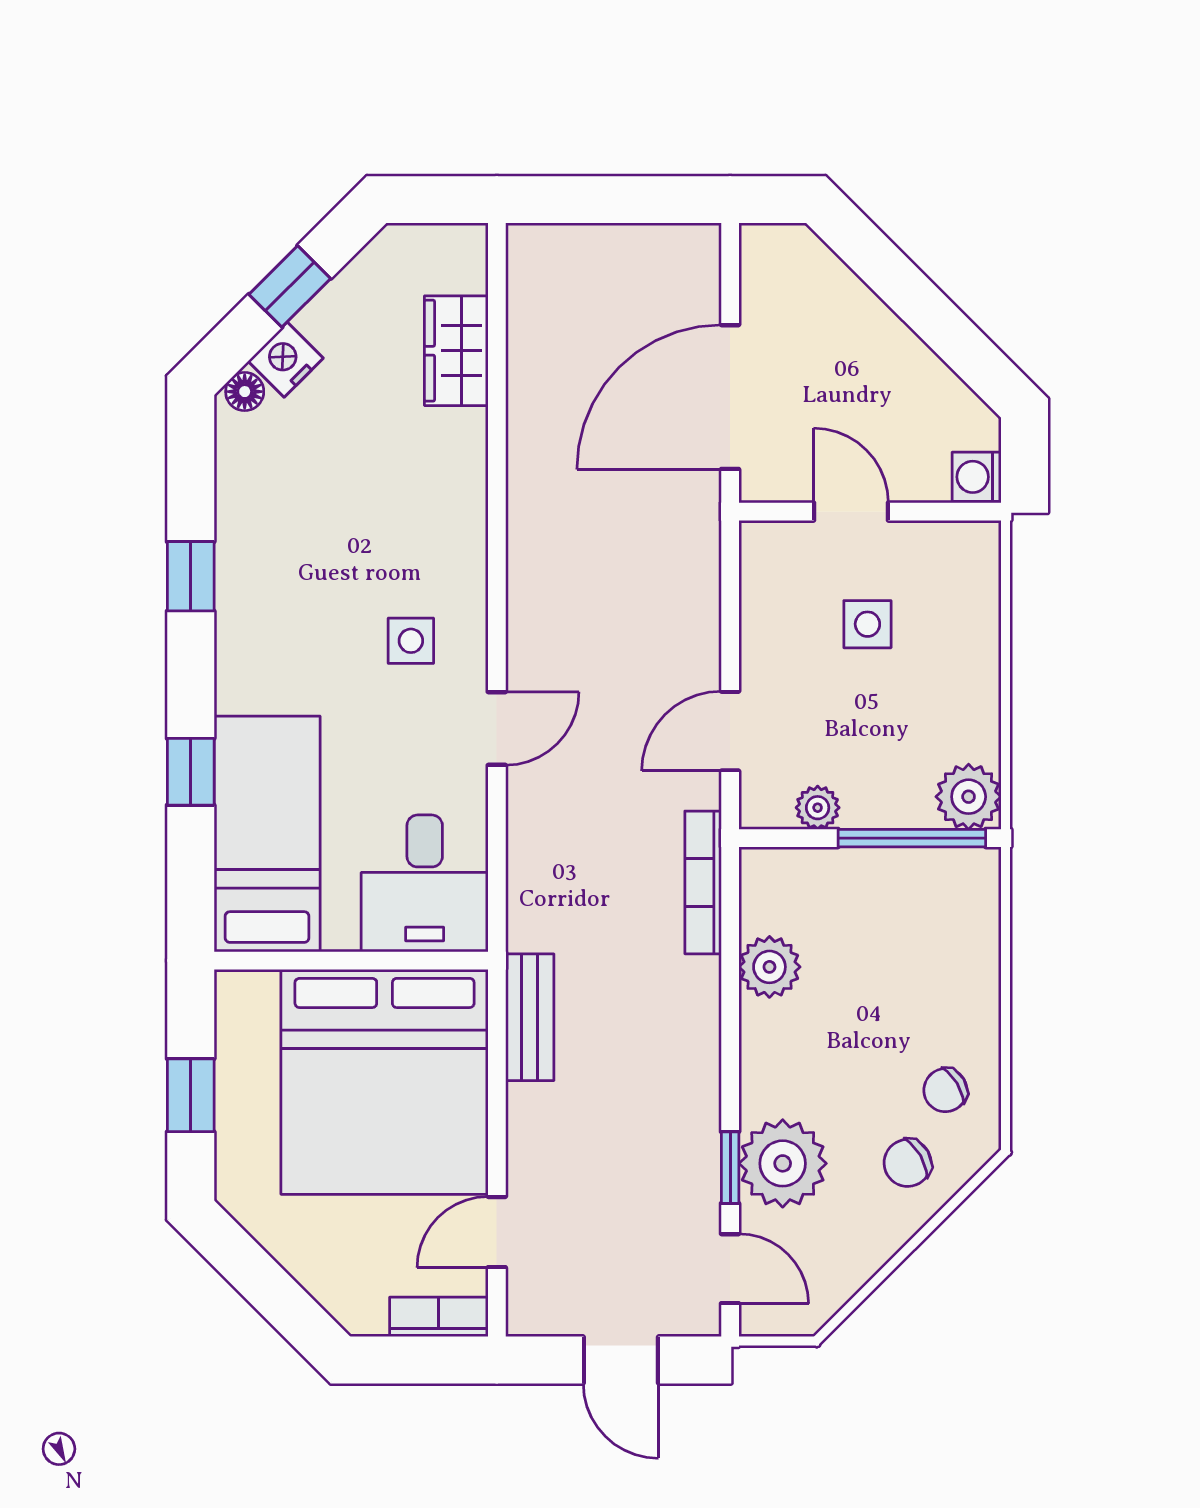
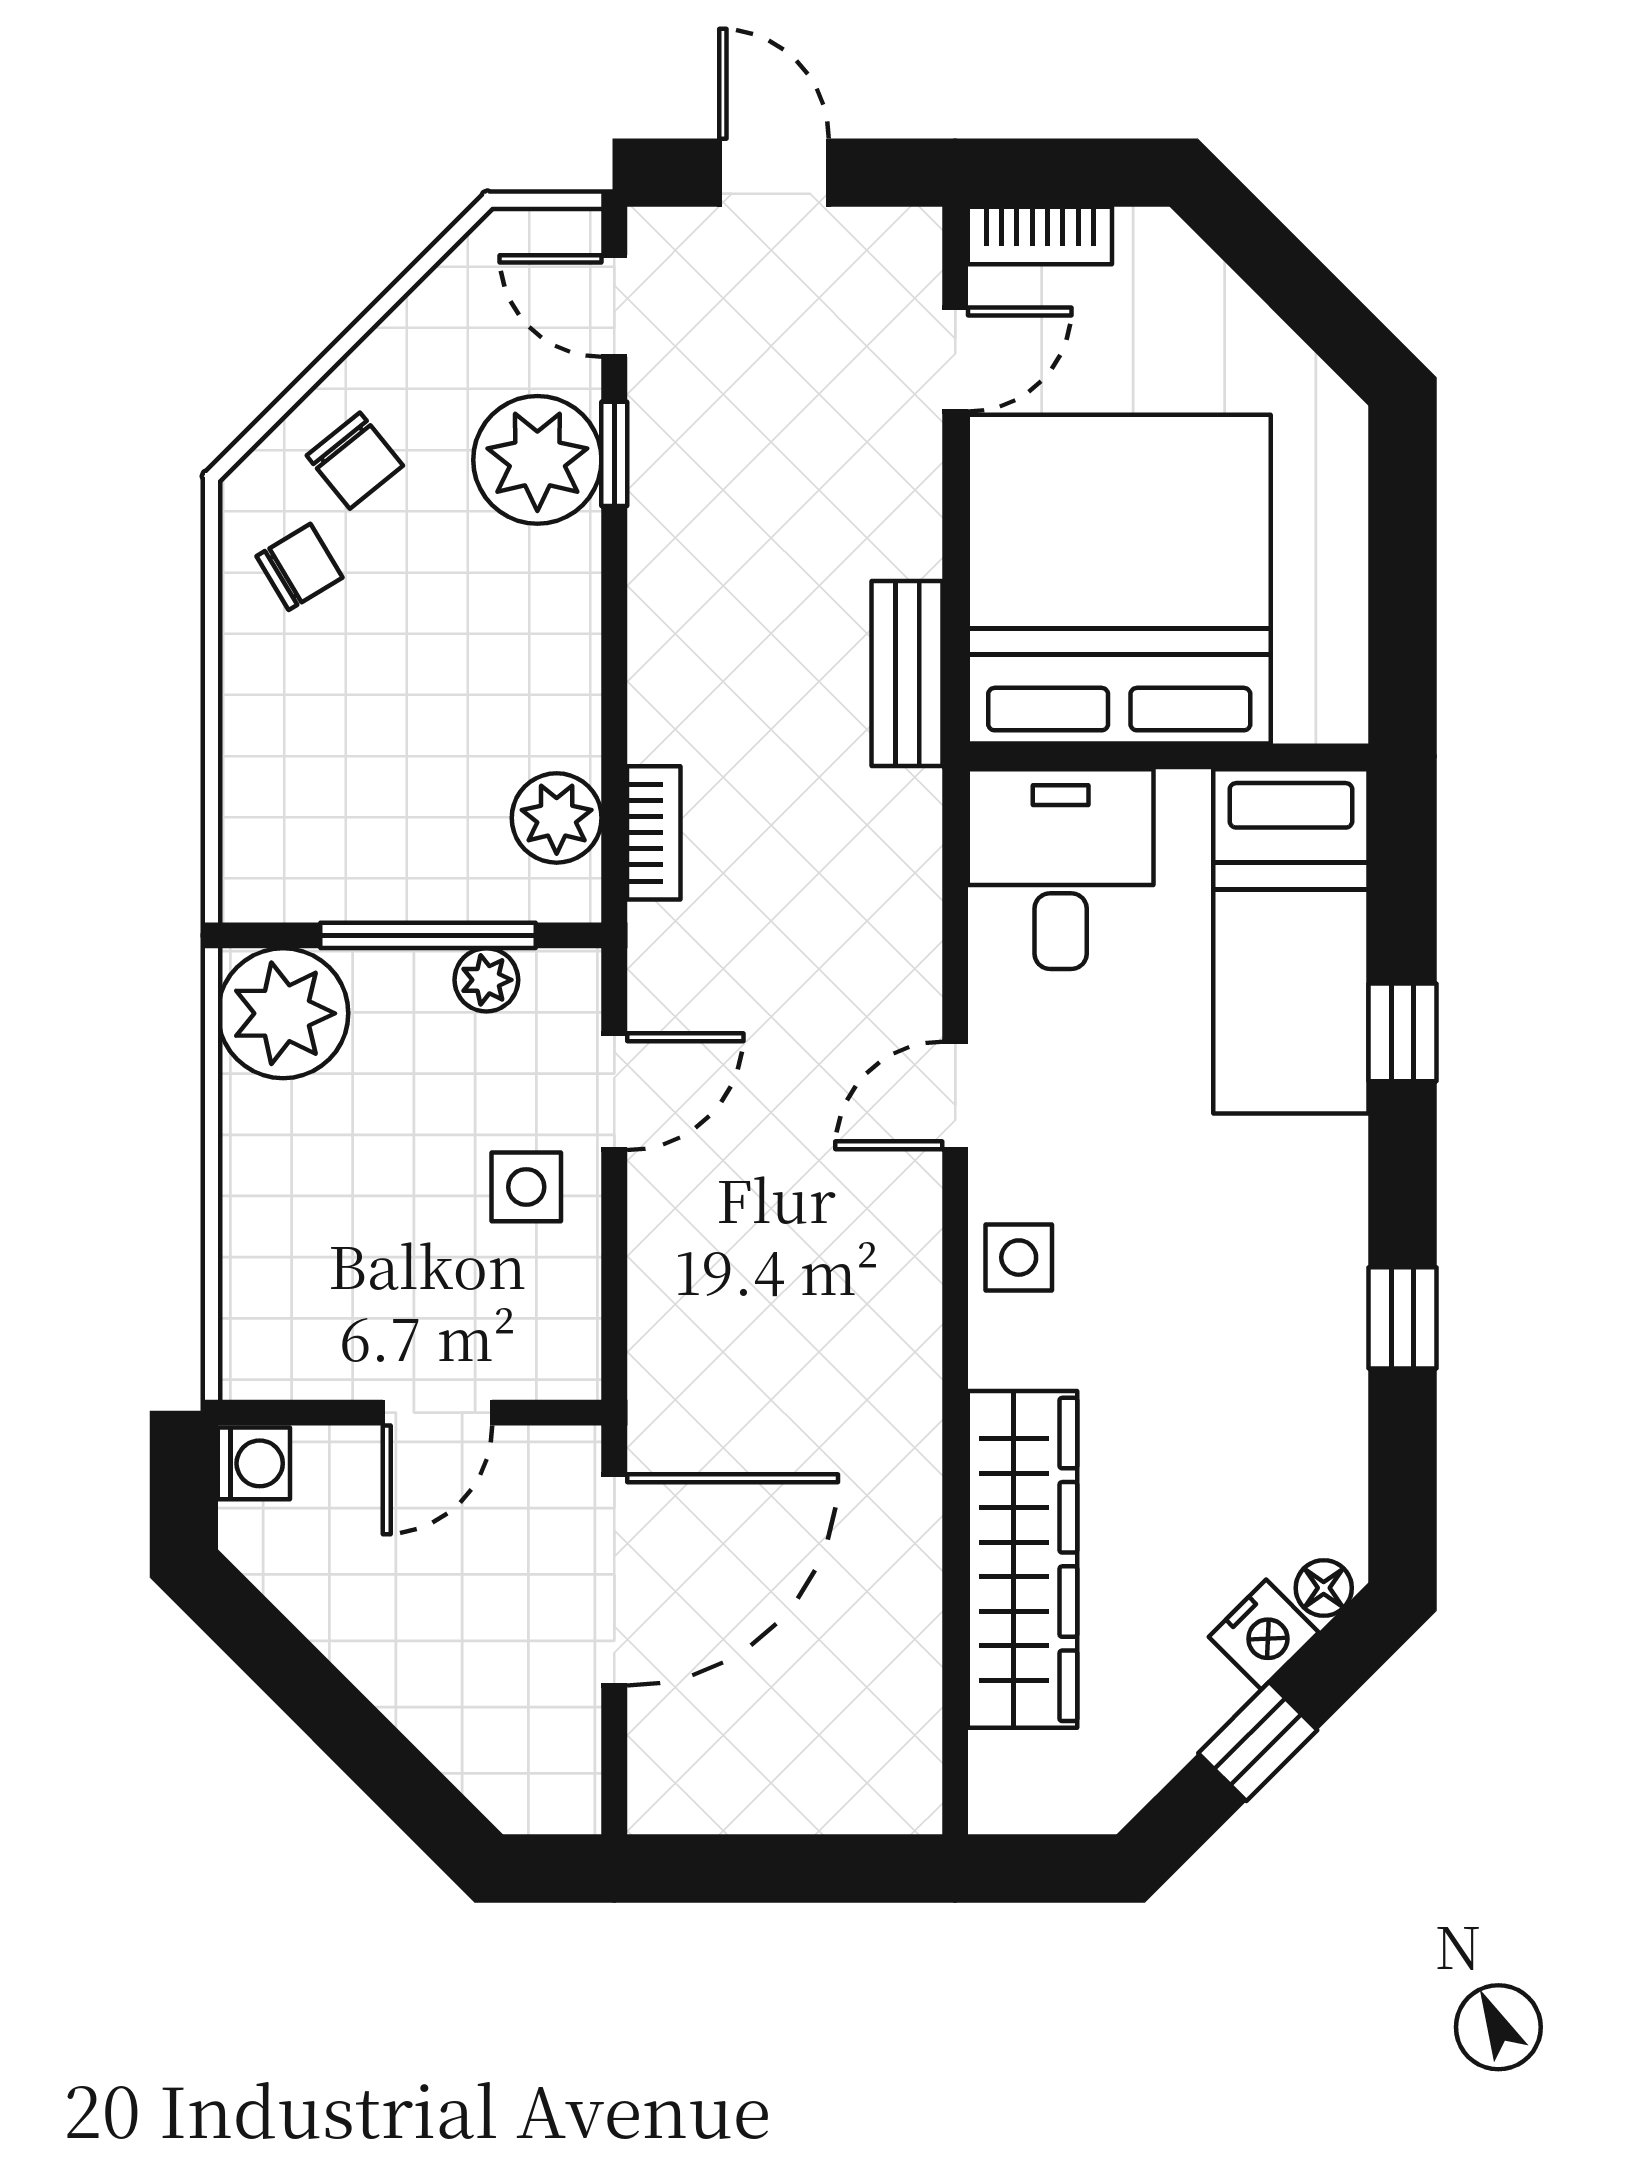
wardrobe: (456, 351) -> (1022, 1559), width x2.10, depth x1.17
door: (851, 512) -> (437, 1413), hinge flipped
side table: (867, 624) -> (526, 1187), moved
side table: (411, 641) -> (1019, 1258), moved
plant: (969, 797) -> (283, 1013), width x1.36, depth x1.36
window: (912, 838) -> (428, 935), moved
bookcase: (703, 882) -> (654, 833), width x0.64
plant: (769, 967) -> (557, 818), moved
window: (191, 1095) -> (1403, 560), removed
chair: (908, 1163) -> (355, 461), turned 81

